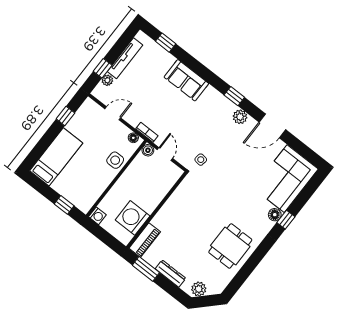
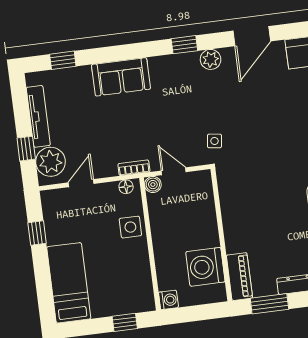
plant: (107, 80) -> (51, 162), width x1.88, depth x1.88

